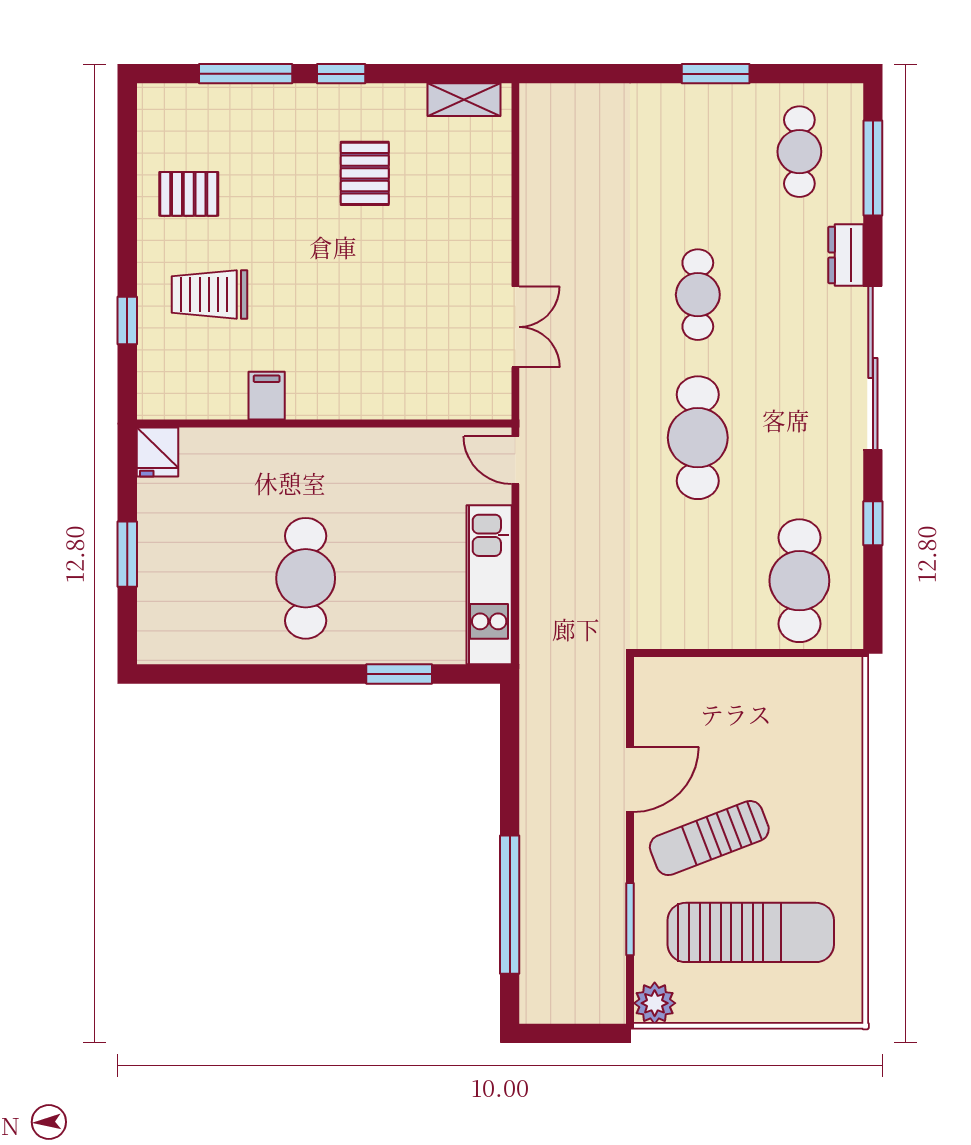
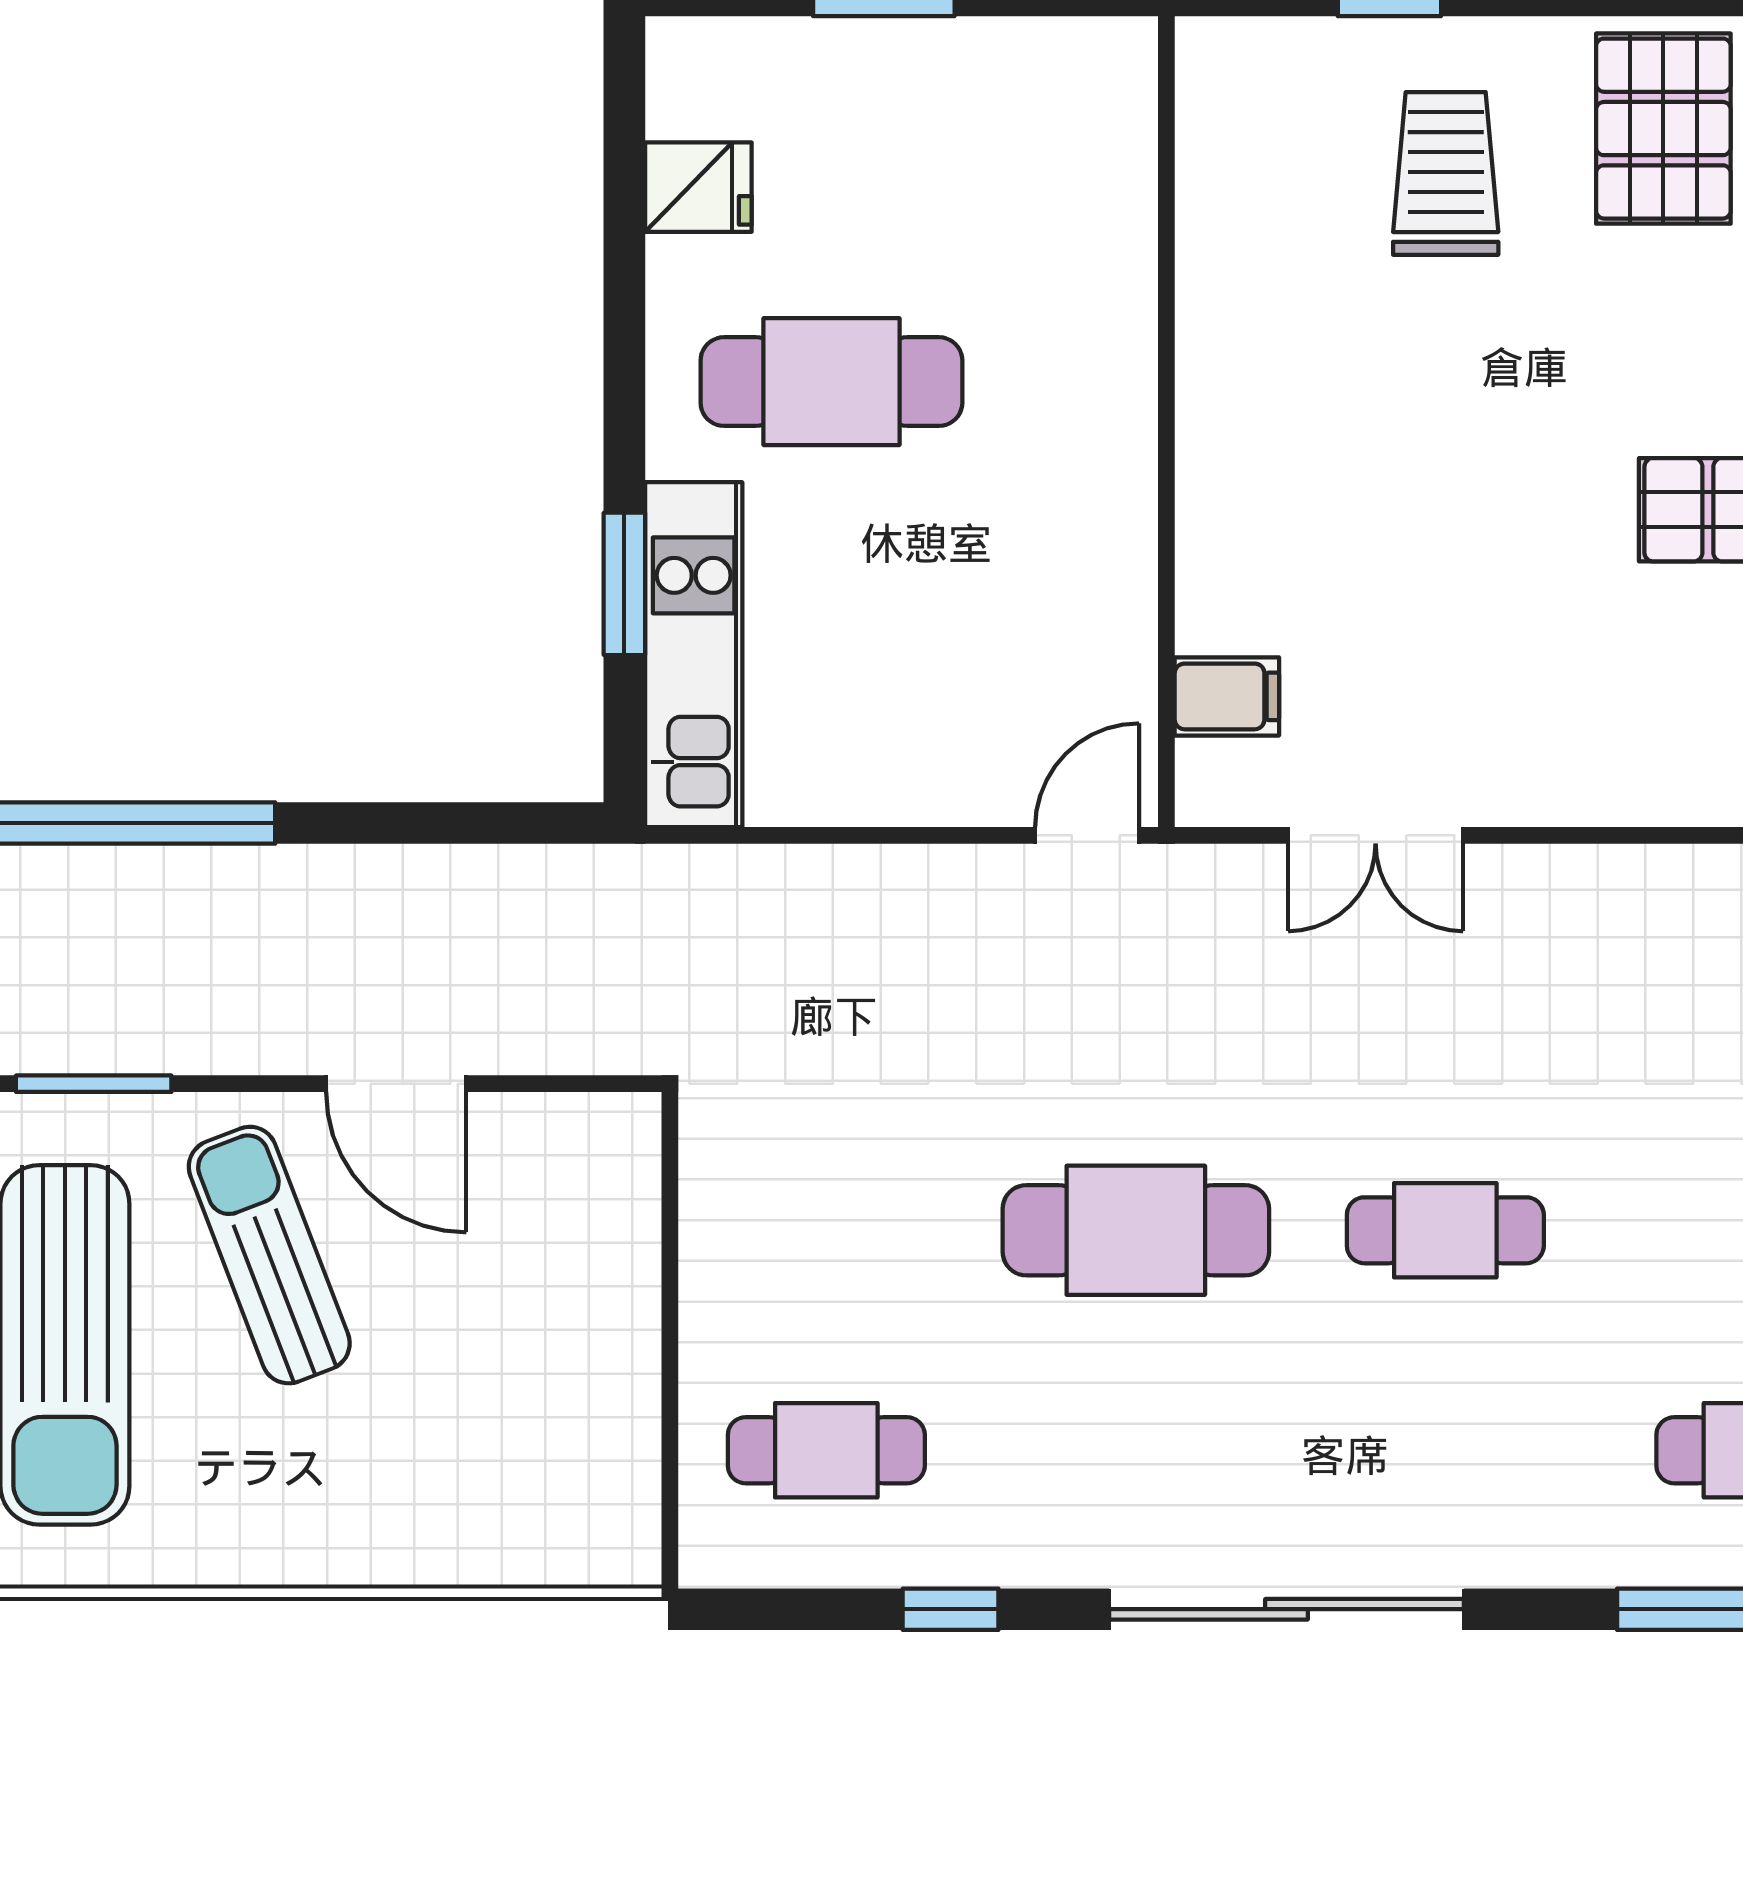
pallet: (189, 194) -> (1663, 129), width x1.50, depth x1.42
dresser: (846, 255) -> (1531, 1551), removed
filing cabinet: (267, 396) -> (1227, 696), moved
fridge: (157, 452) -> (698, 187), moved, turned 180
cafe table: (799, 581) -> (826, 1450), width x0.73, depth x0.74
kitchen unit: (489, 585) -> (694, 655), moved, turned 90

